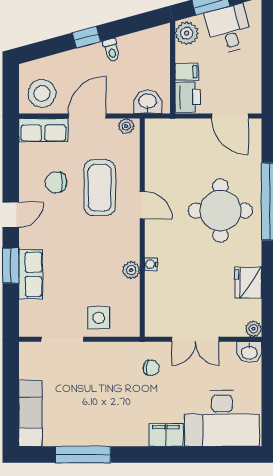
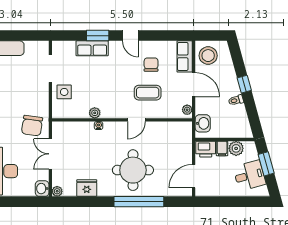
plant: (187, 33) -> (236, 148), moved
coffee table: (100, 188) -> (148, 93), width x0.73, depth x0.76
chair: (151, 368) -> (32, 126), width x1.87, depth x1.87

